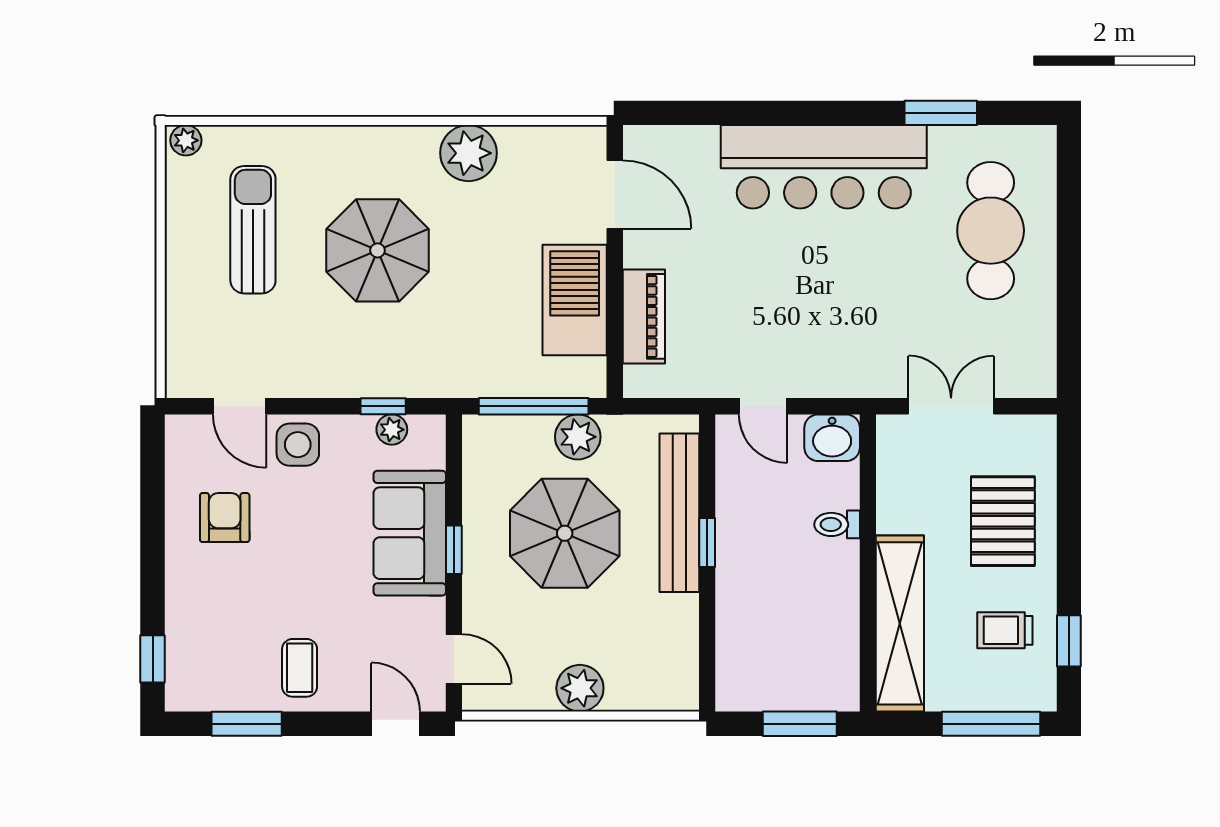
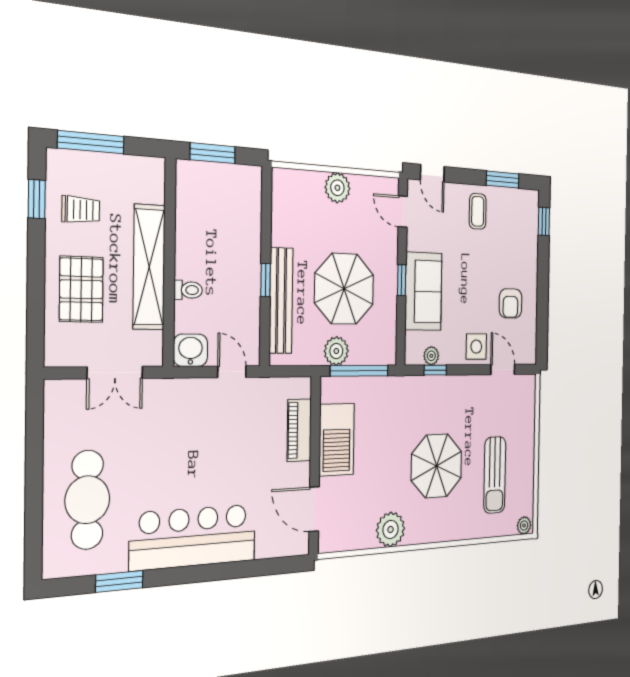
shelving: (900, 623) -> (149, 267), moved

